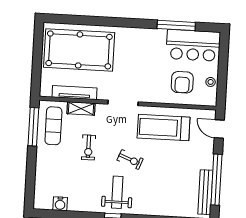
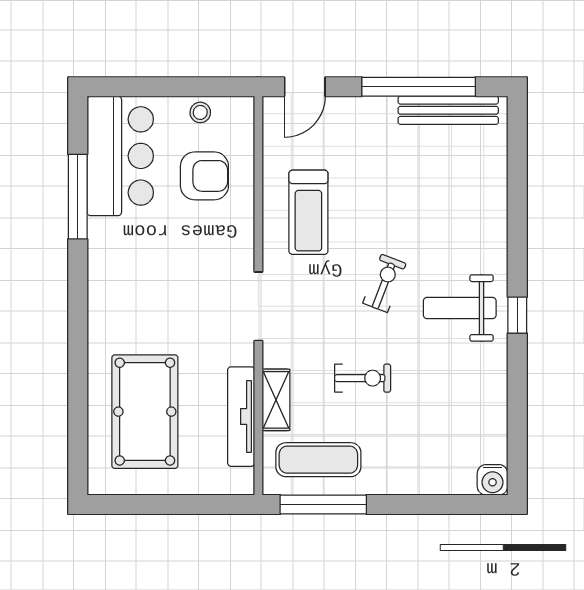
pool table: (79, 50) -> (145, 412), width x0.73, depth x0.76
treadmill: (164, 128) -> (308, 212), width x0.73, depth x0.73
water cooler: (60, 204) -> (493, 480), moved, turned 90

